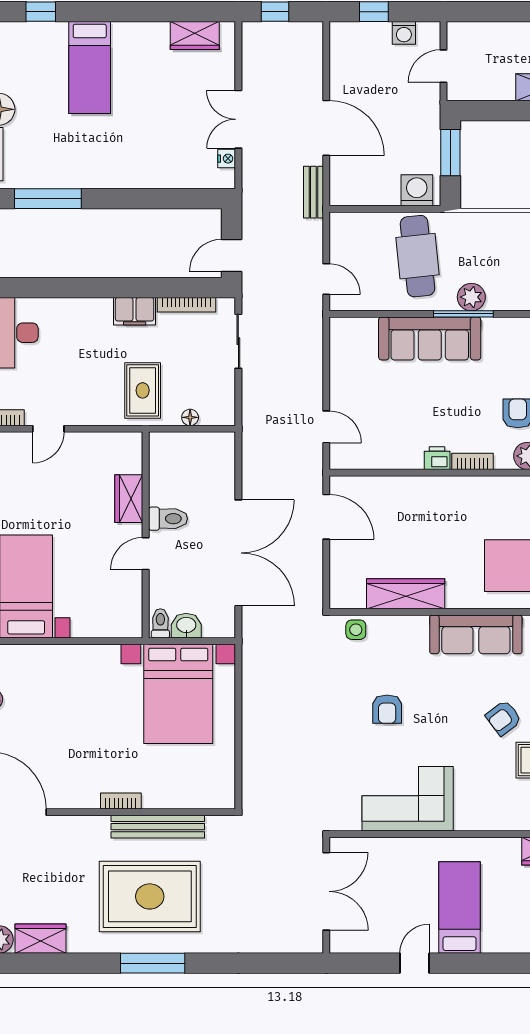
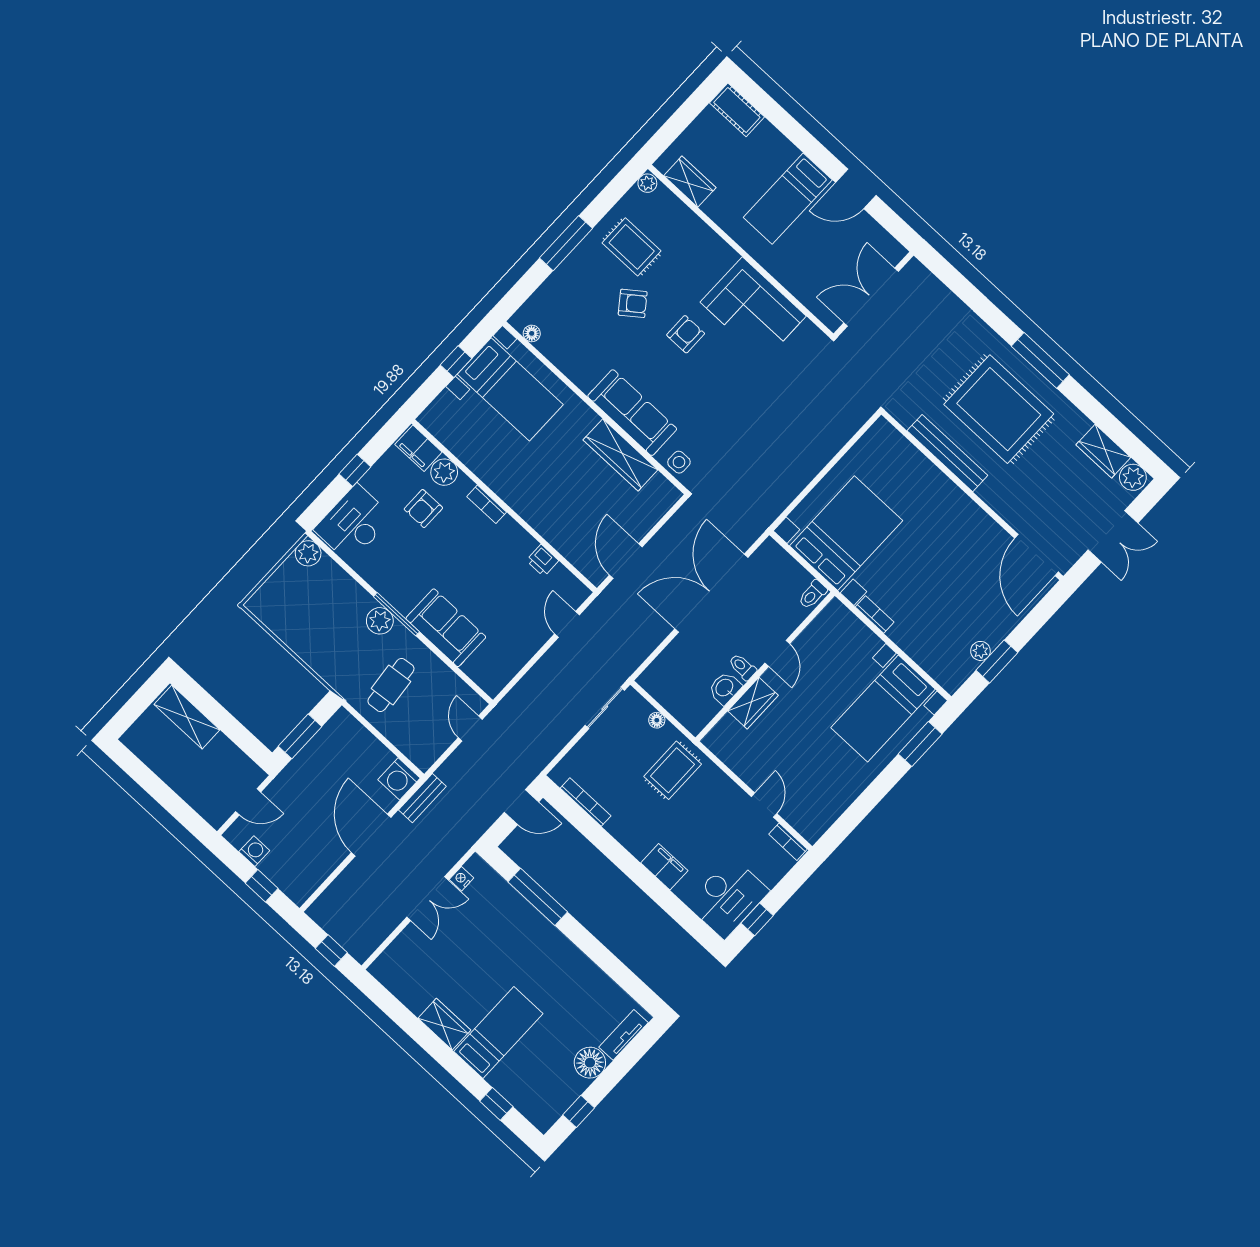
wardrobe: (195, 36) -> (444, 1024), moved
washing machine: (417, 190) -> (399, 779), moved
window: (48, 199) -> (538, 897), moved
cafe table: (417, 256) -> (391, 685), width x0.73, depth x0.74
filing cabinet: (135, 311) -> (664, 867), moved
sofa: (430, 338) -> (446, 628), width x0.73
sliding door: (238, 341) -> (605, 708), moved
door: (48, 429) -> (764, 805), hinge flipped
printer: (437, 458) -> (542, 561), moved
toilet: (168, 519) -> (742, 667), width x0.73, depth x0.72
door: (146, 554) -> (777, 653), hinge flipped
washbasin: (186, 626) -> (725, 688), moved, turned 90
sofa: (476, 634) -> (632, 413), moved
armchair: (387, 709) -> (686, 334), moved
bookcase: (121, 801) -> (875, 615), moved, turned 180
door: (414, 963) -> (856, 189), width x1.38

